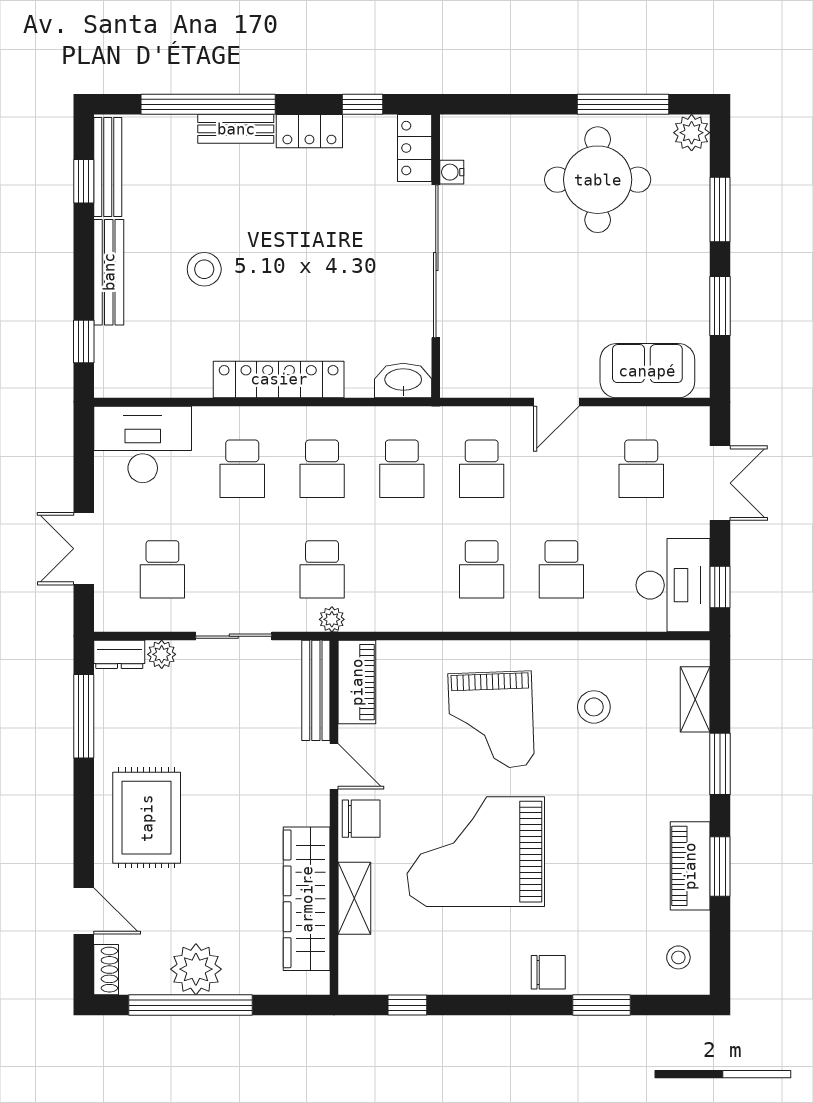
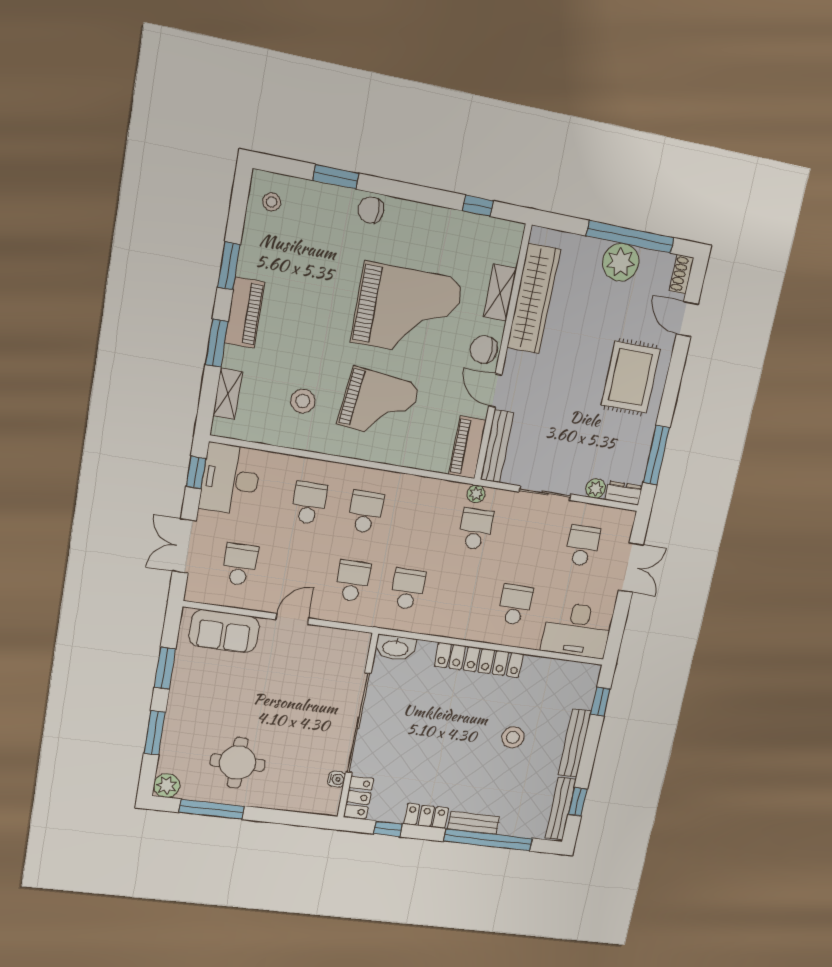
round table: (598, 180) -> (238, 763), width x0.73, depth x0.73
school desk: (322, 469) -> (462, 597), removed
grand piano: (491, 720) -> (378, 404), turned 98
piano: (690, 866) -> (245, 313), moved

